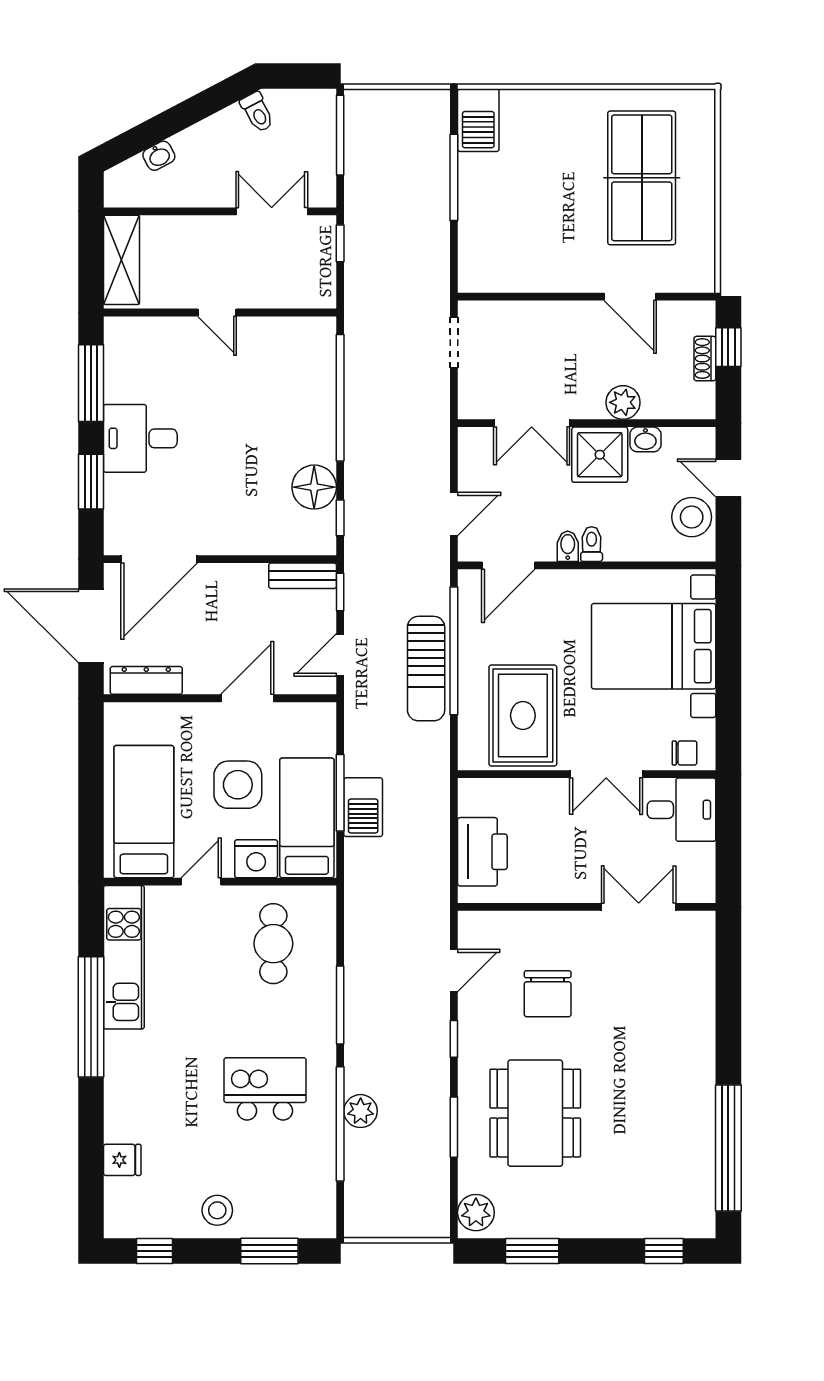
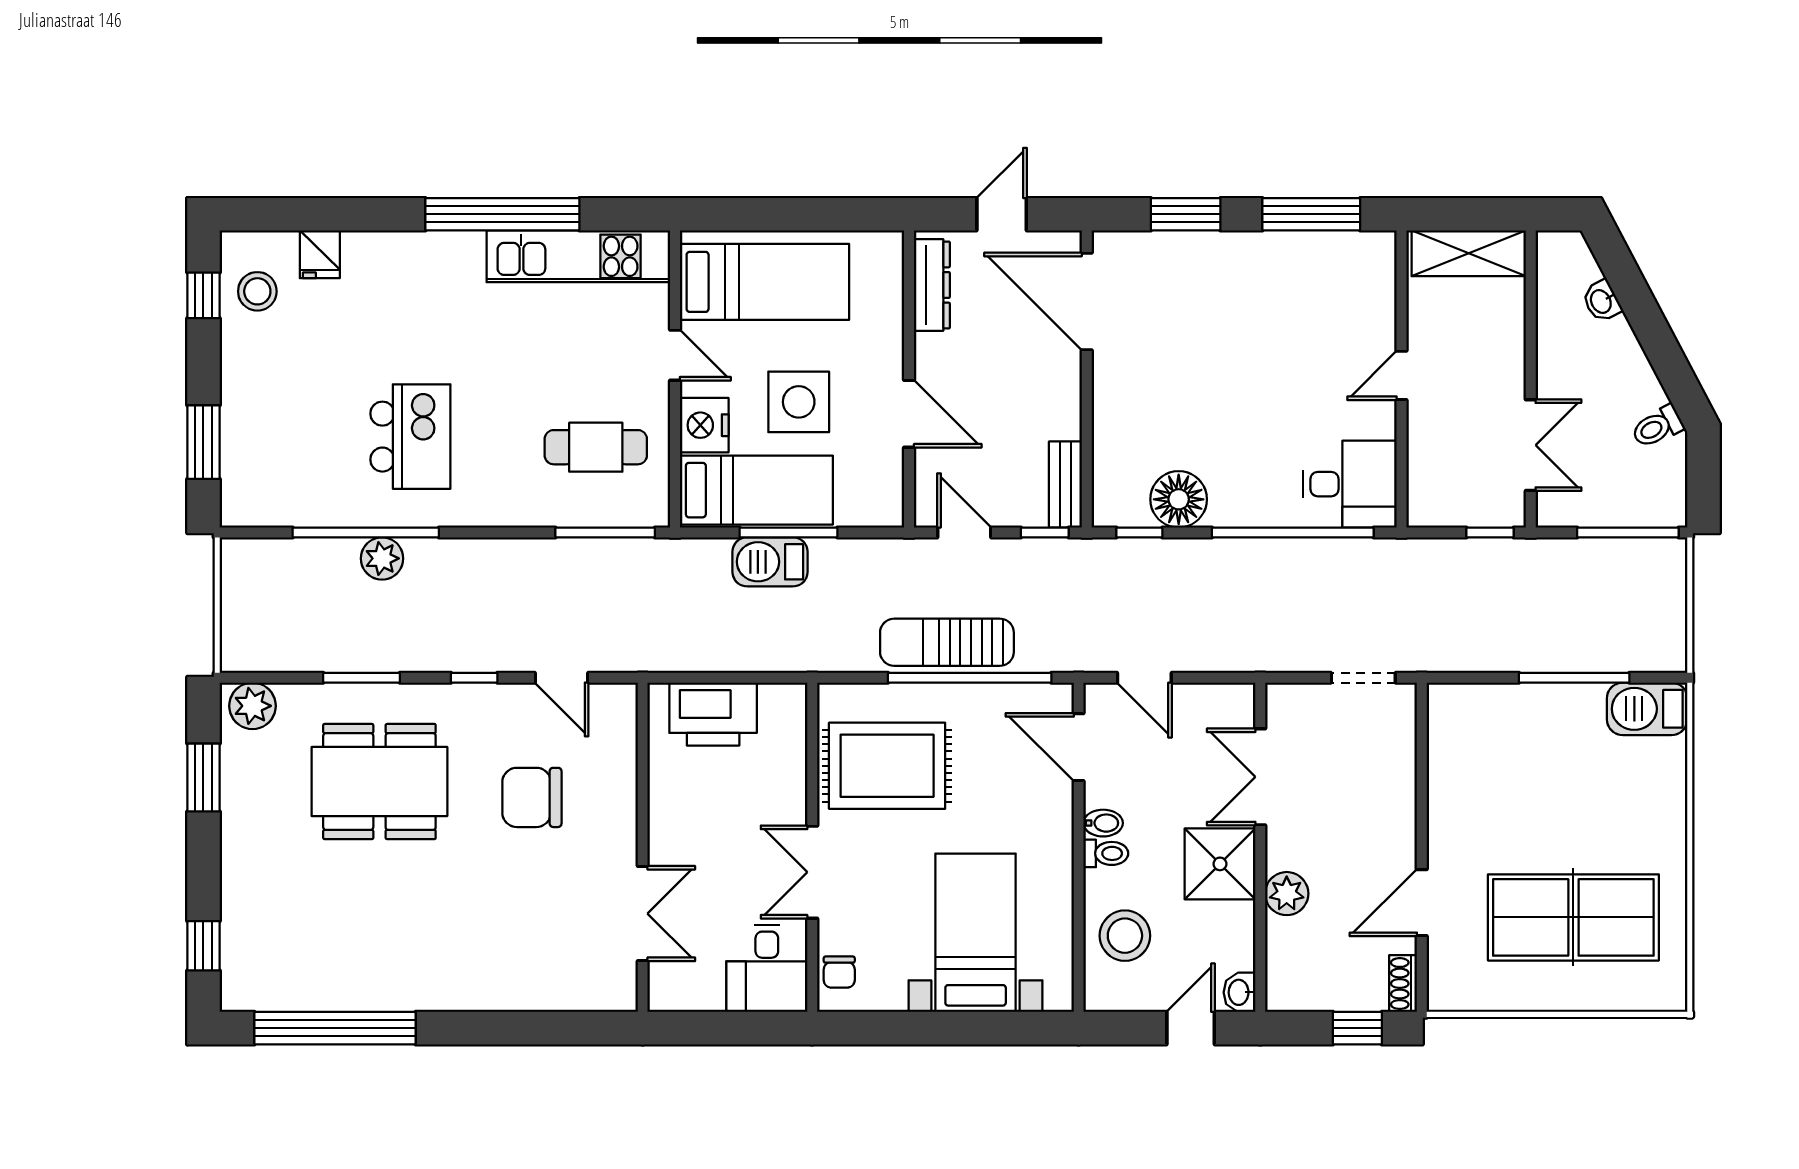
shoe rack: (705, 359) -> (1403, 984), moved, turned -90
desk: (140, 438) -> (1350, 484), moved, turned 90
washbasin: (645, 439) -> (1240, 992), moved
stool: (692, 517) -> (1125, 936), moved
door: (91, 626) -> (1002, 214), width x0.53
bed with nightstands: (654, 646) -> (976, 933), width x0.73
window: (340, 1005) -> (605, 532), moved
stool: (217, 1210) -> (257, 291), moved

